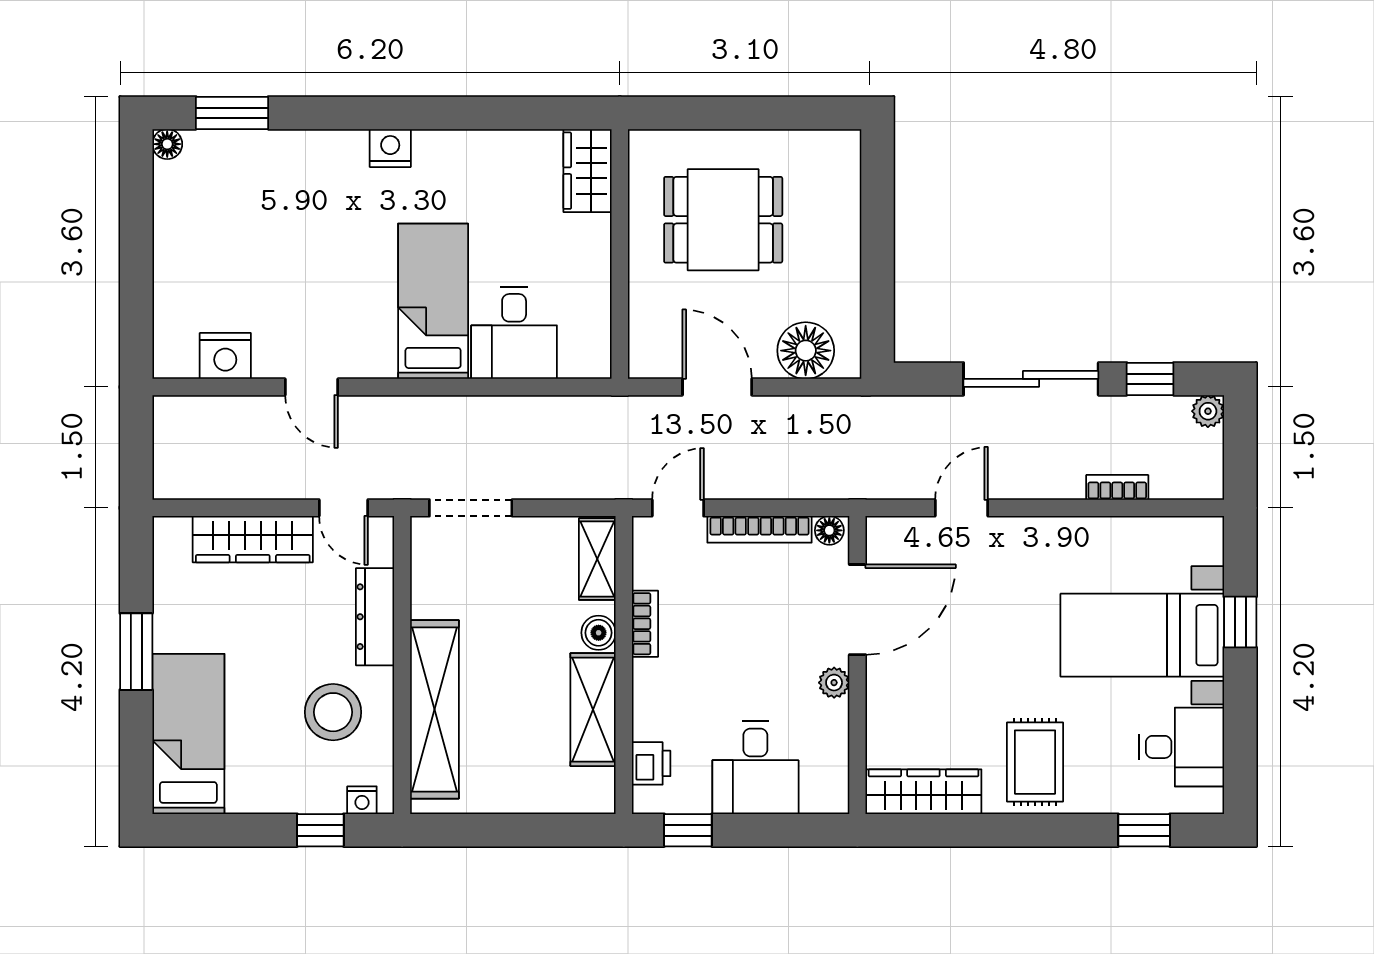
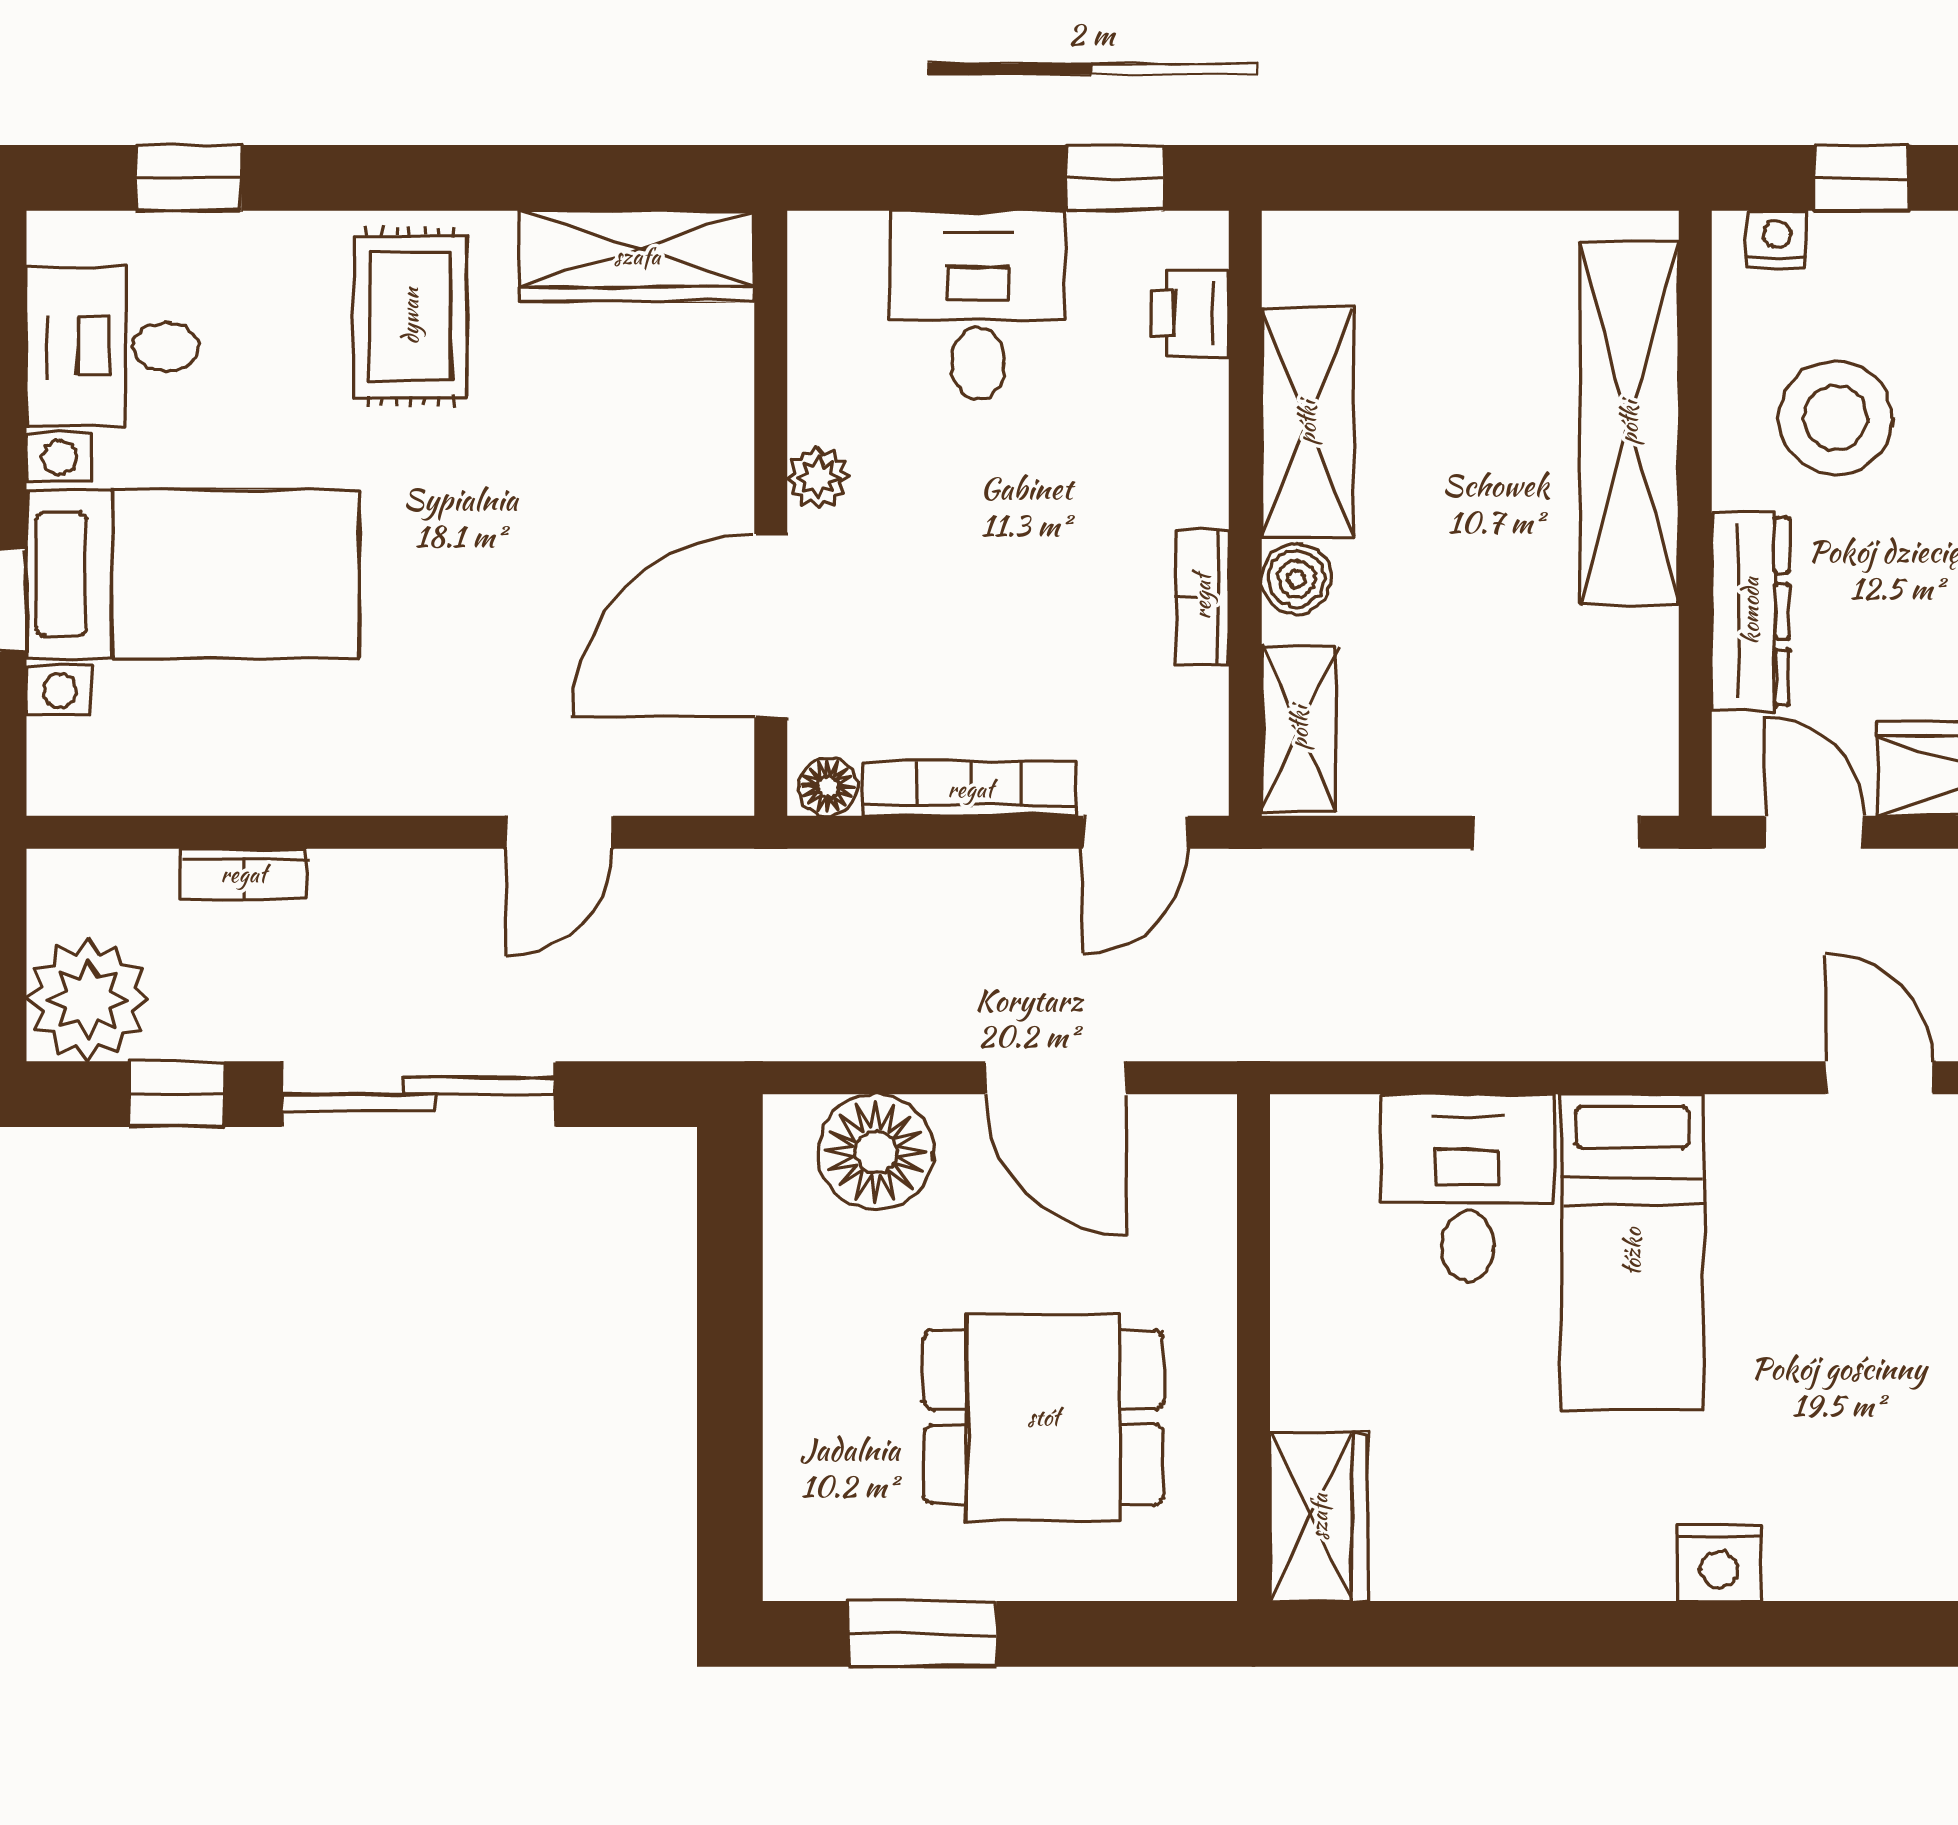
window: (783, 113) -> (922, 1634), added
plant: (1208, 411) -> (88, 1000), width x1.87, depth x1.87

